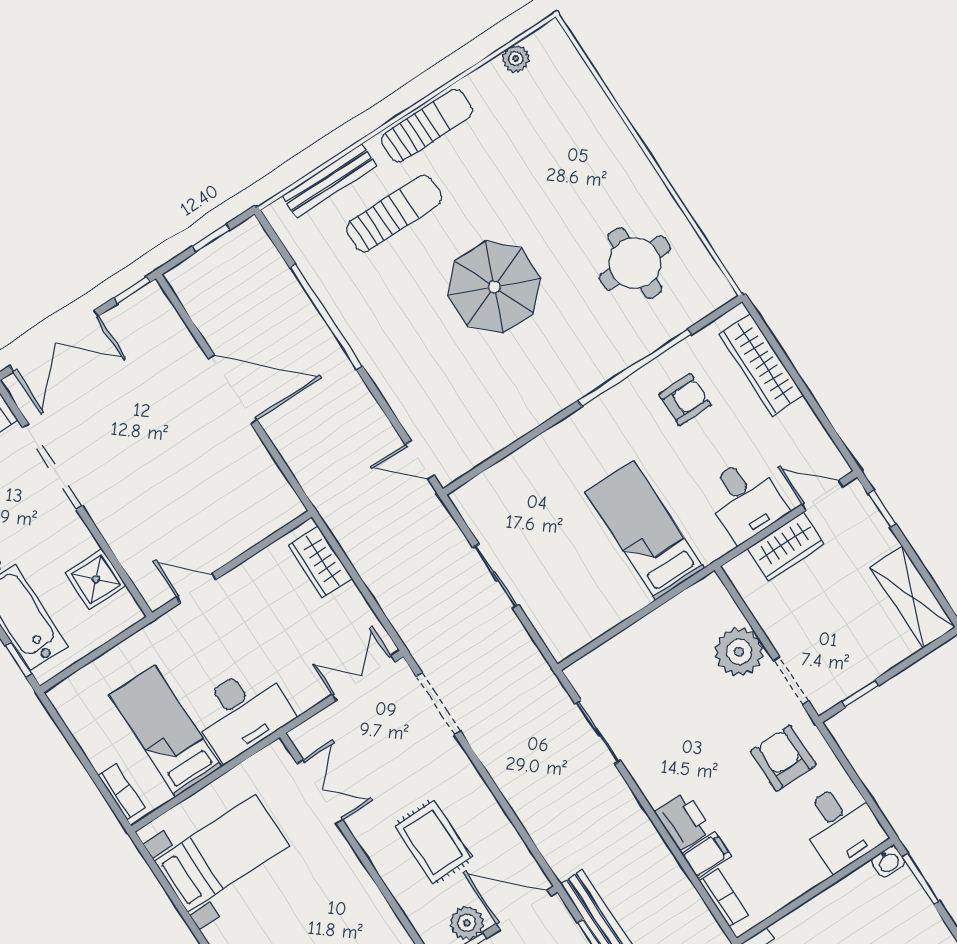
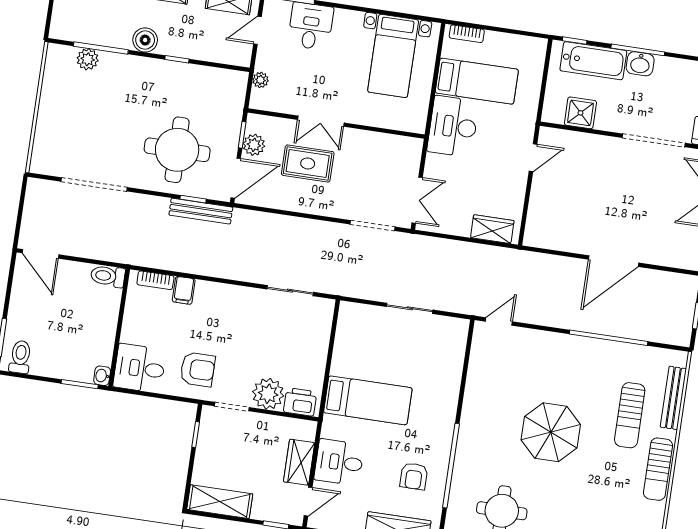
double door: (320, 792) -> (321, 121), moved
printer: (683, 821) -> (300, 402), moved, turned 180

